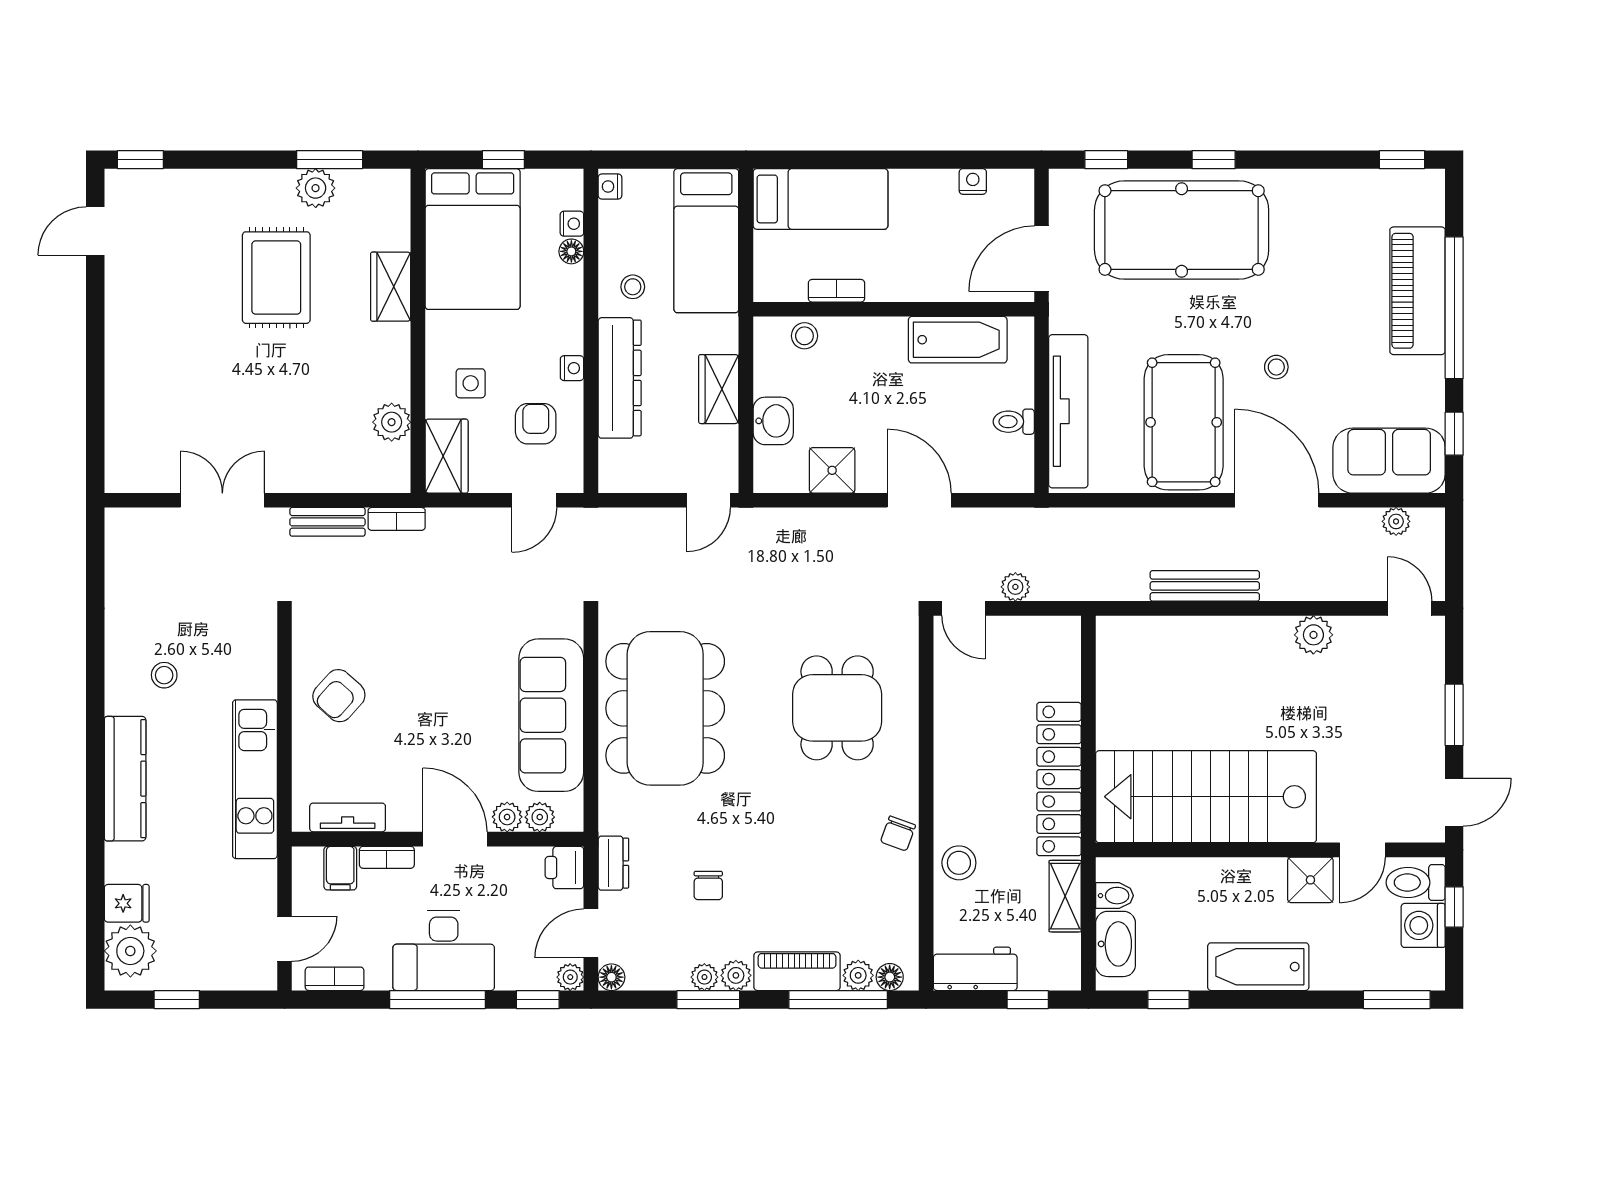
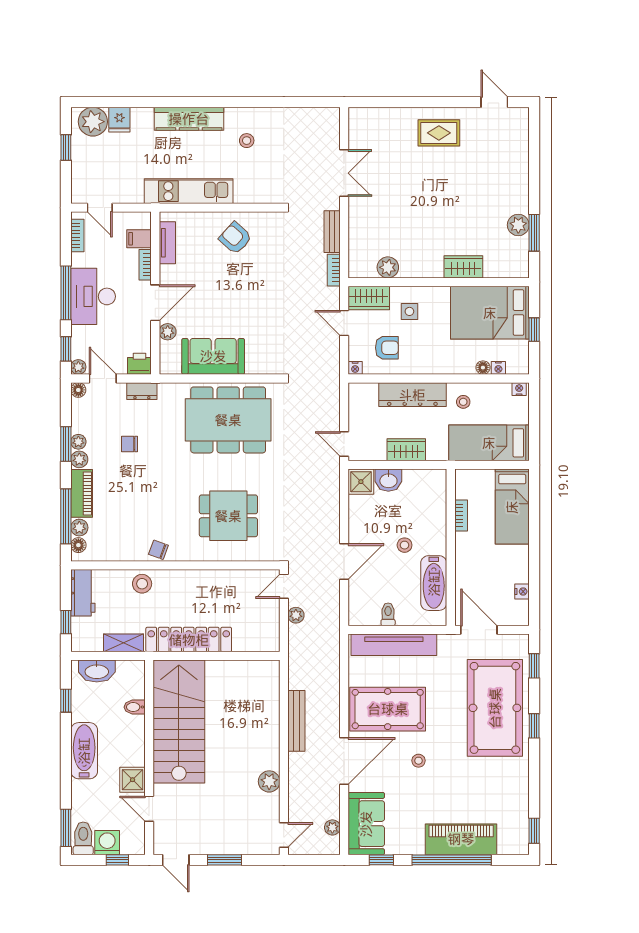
window: (140, 160) -> (534, 127), removed
rug: (276, 278) -> (439, 133), moved, width x0.73, depth x0.70
stool: (804, 336) -> (405, 545), moved
nightstand: (572, 368) -> (355, 368), moved
shower: (832, 470) -> (361, 482), moved
door: (534, 500) -> (344, 323), moved
sofa: (551, 715) -> (213, 356), width x0.73
plant: (540, 817) -> (168, 350), removed
toilet: (1416, 883) -> (83, 838), moved
bidet: (1114, 896) -> (135, 707), moved, turned 90

